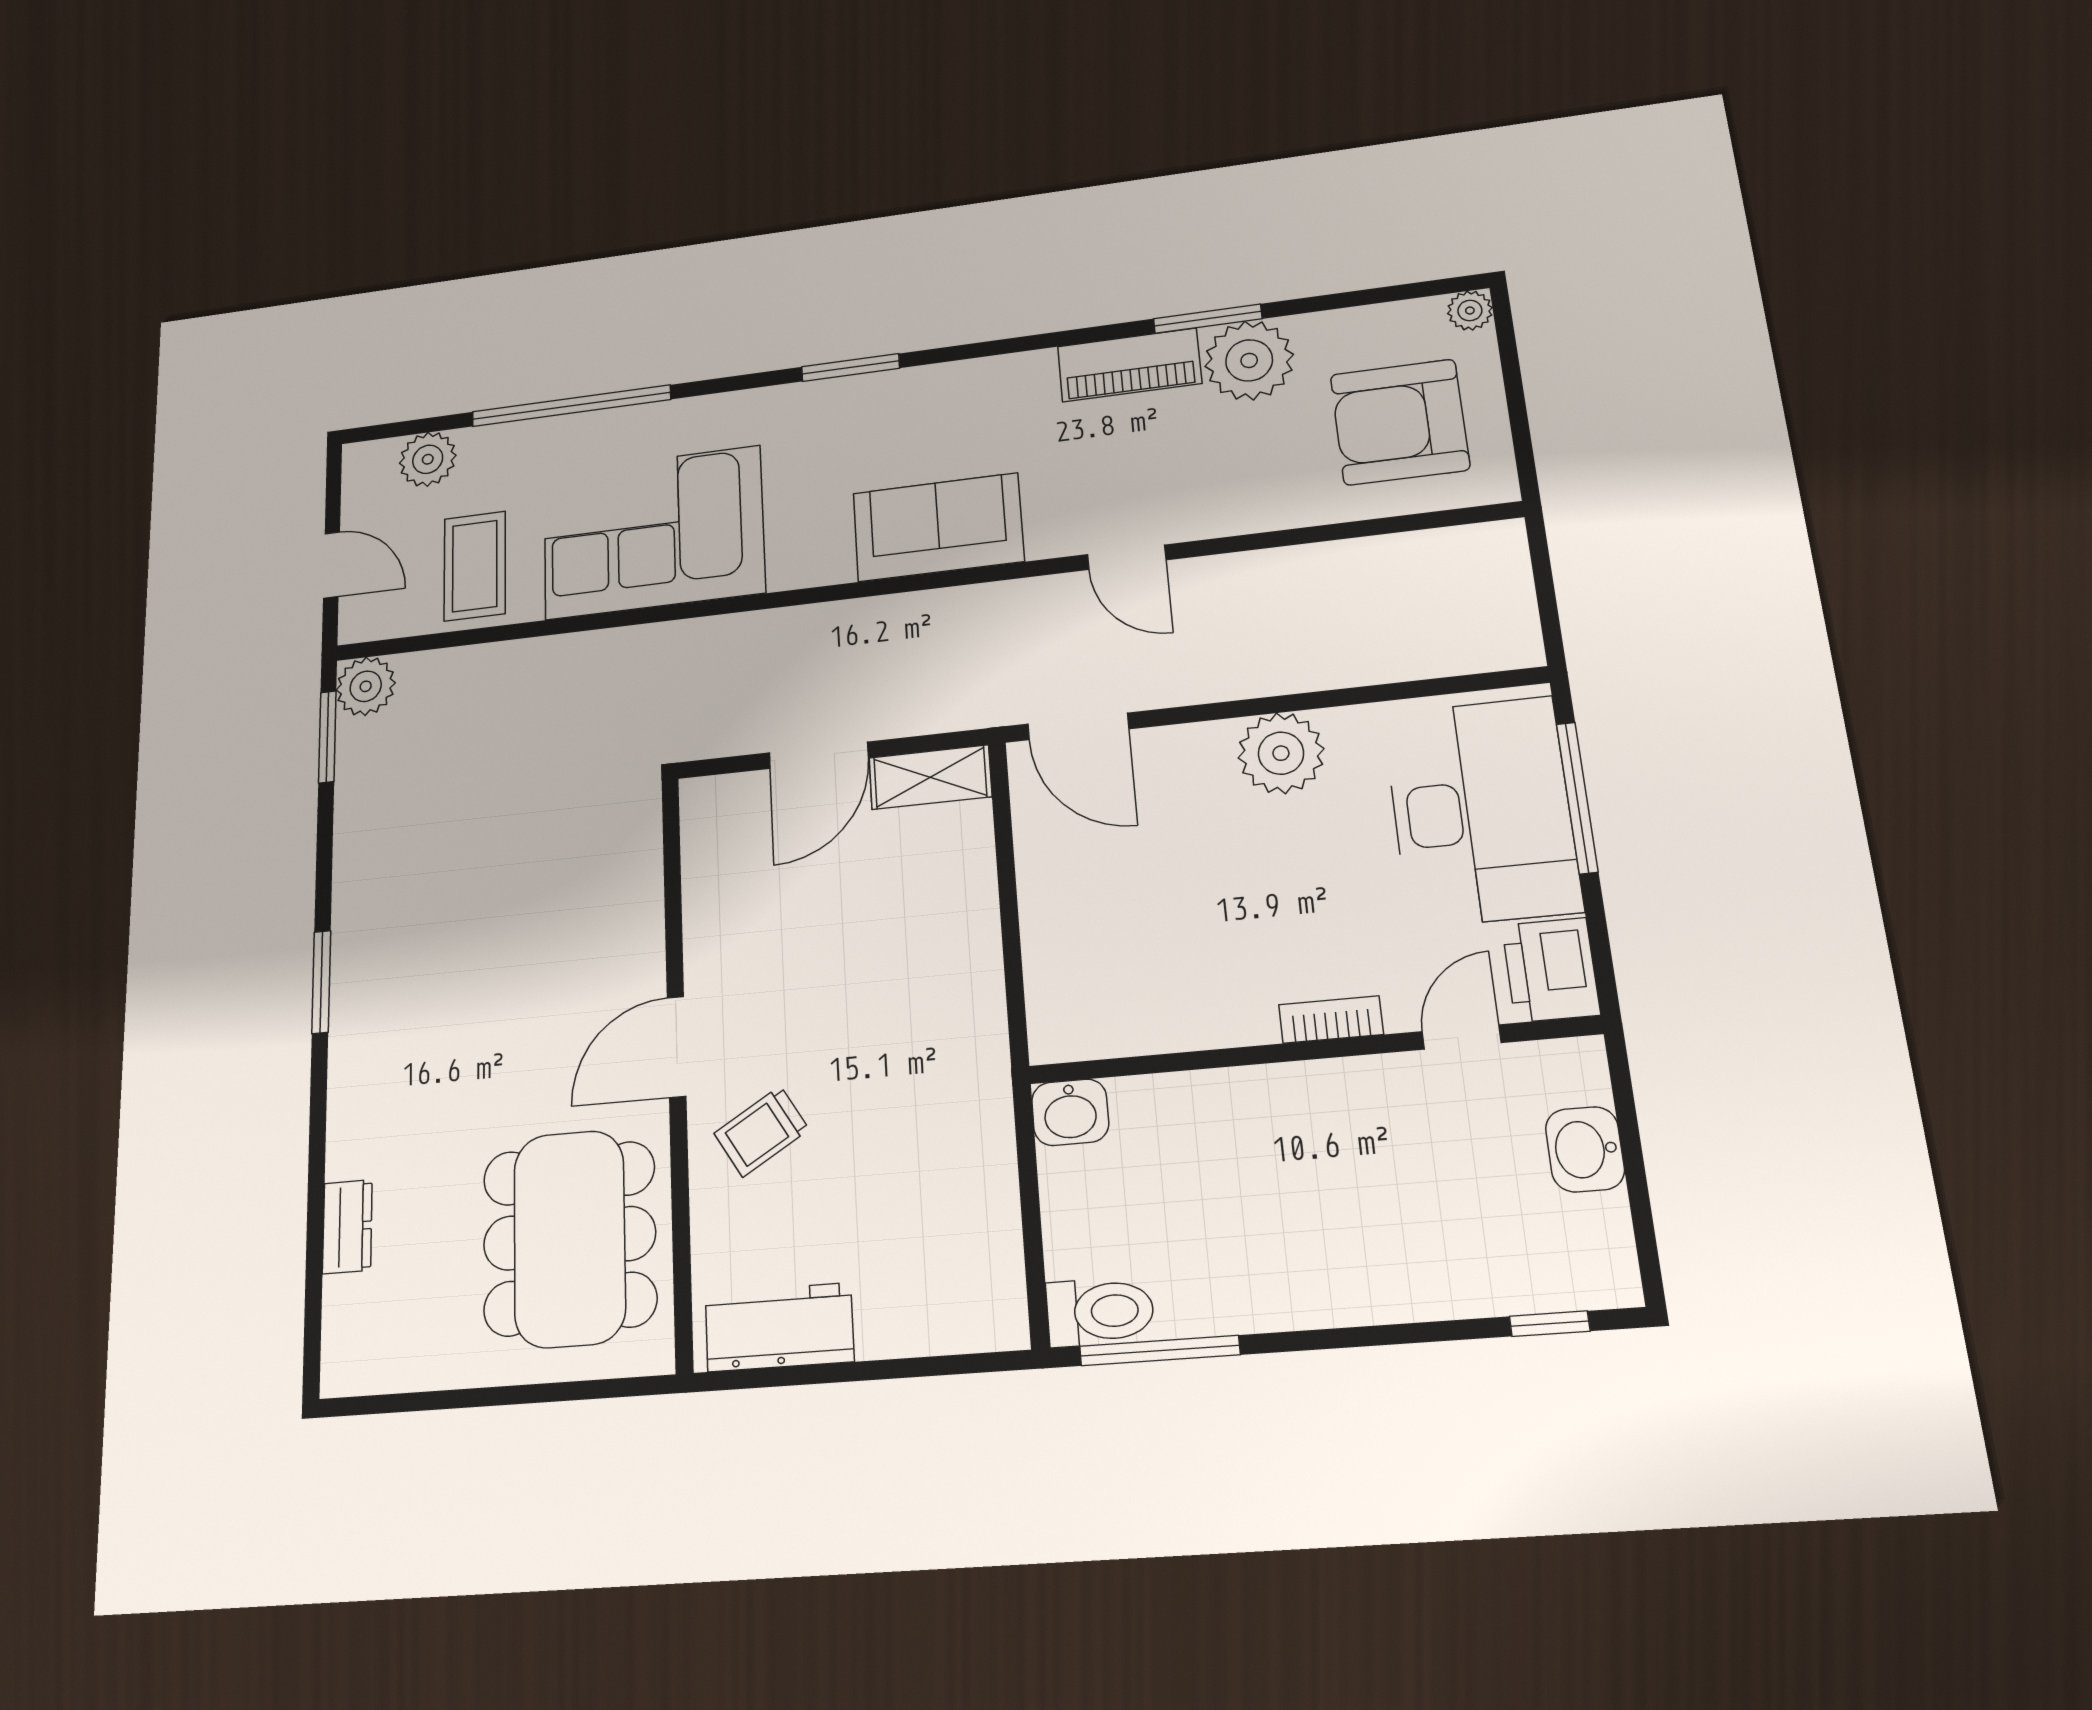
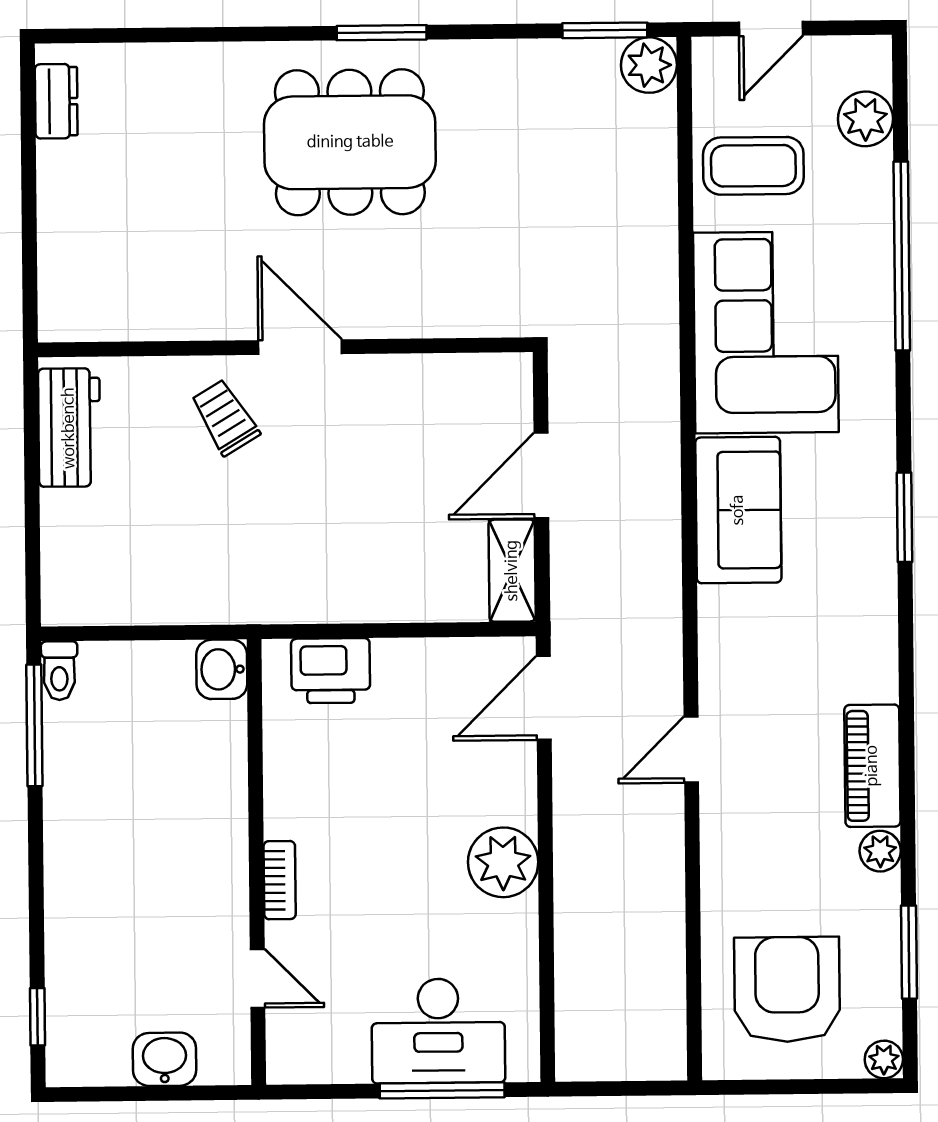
window: (1208, 319) -> (909, 952), moved
plant: (1249, 360) -> (880, 851), width x0.53, depth x0.53
sofa: (938, 527) -> (738, 510), moved
door: (819, 755) -> (541, 476), hinge flipped
desk: (1481, 811) -> (438, 1031), width x0.73, depth x0.77
printer: (1551, 970) -> (331, 671), moved, turned 180
dresser: (347, 1227) -> (56, 101), moved, turned -90
dining table: (569, 1238) -> (350, 142), moved
toilet: (1100, 1312) -> (59, 671), width x0.73, depth x0.72

